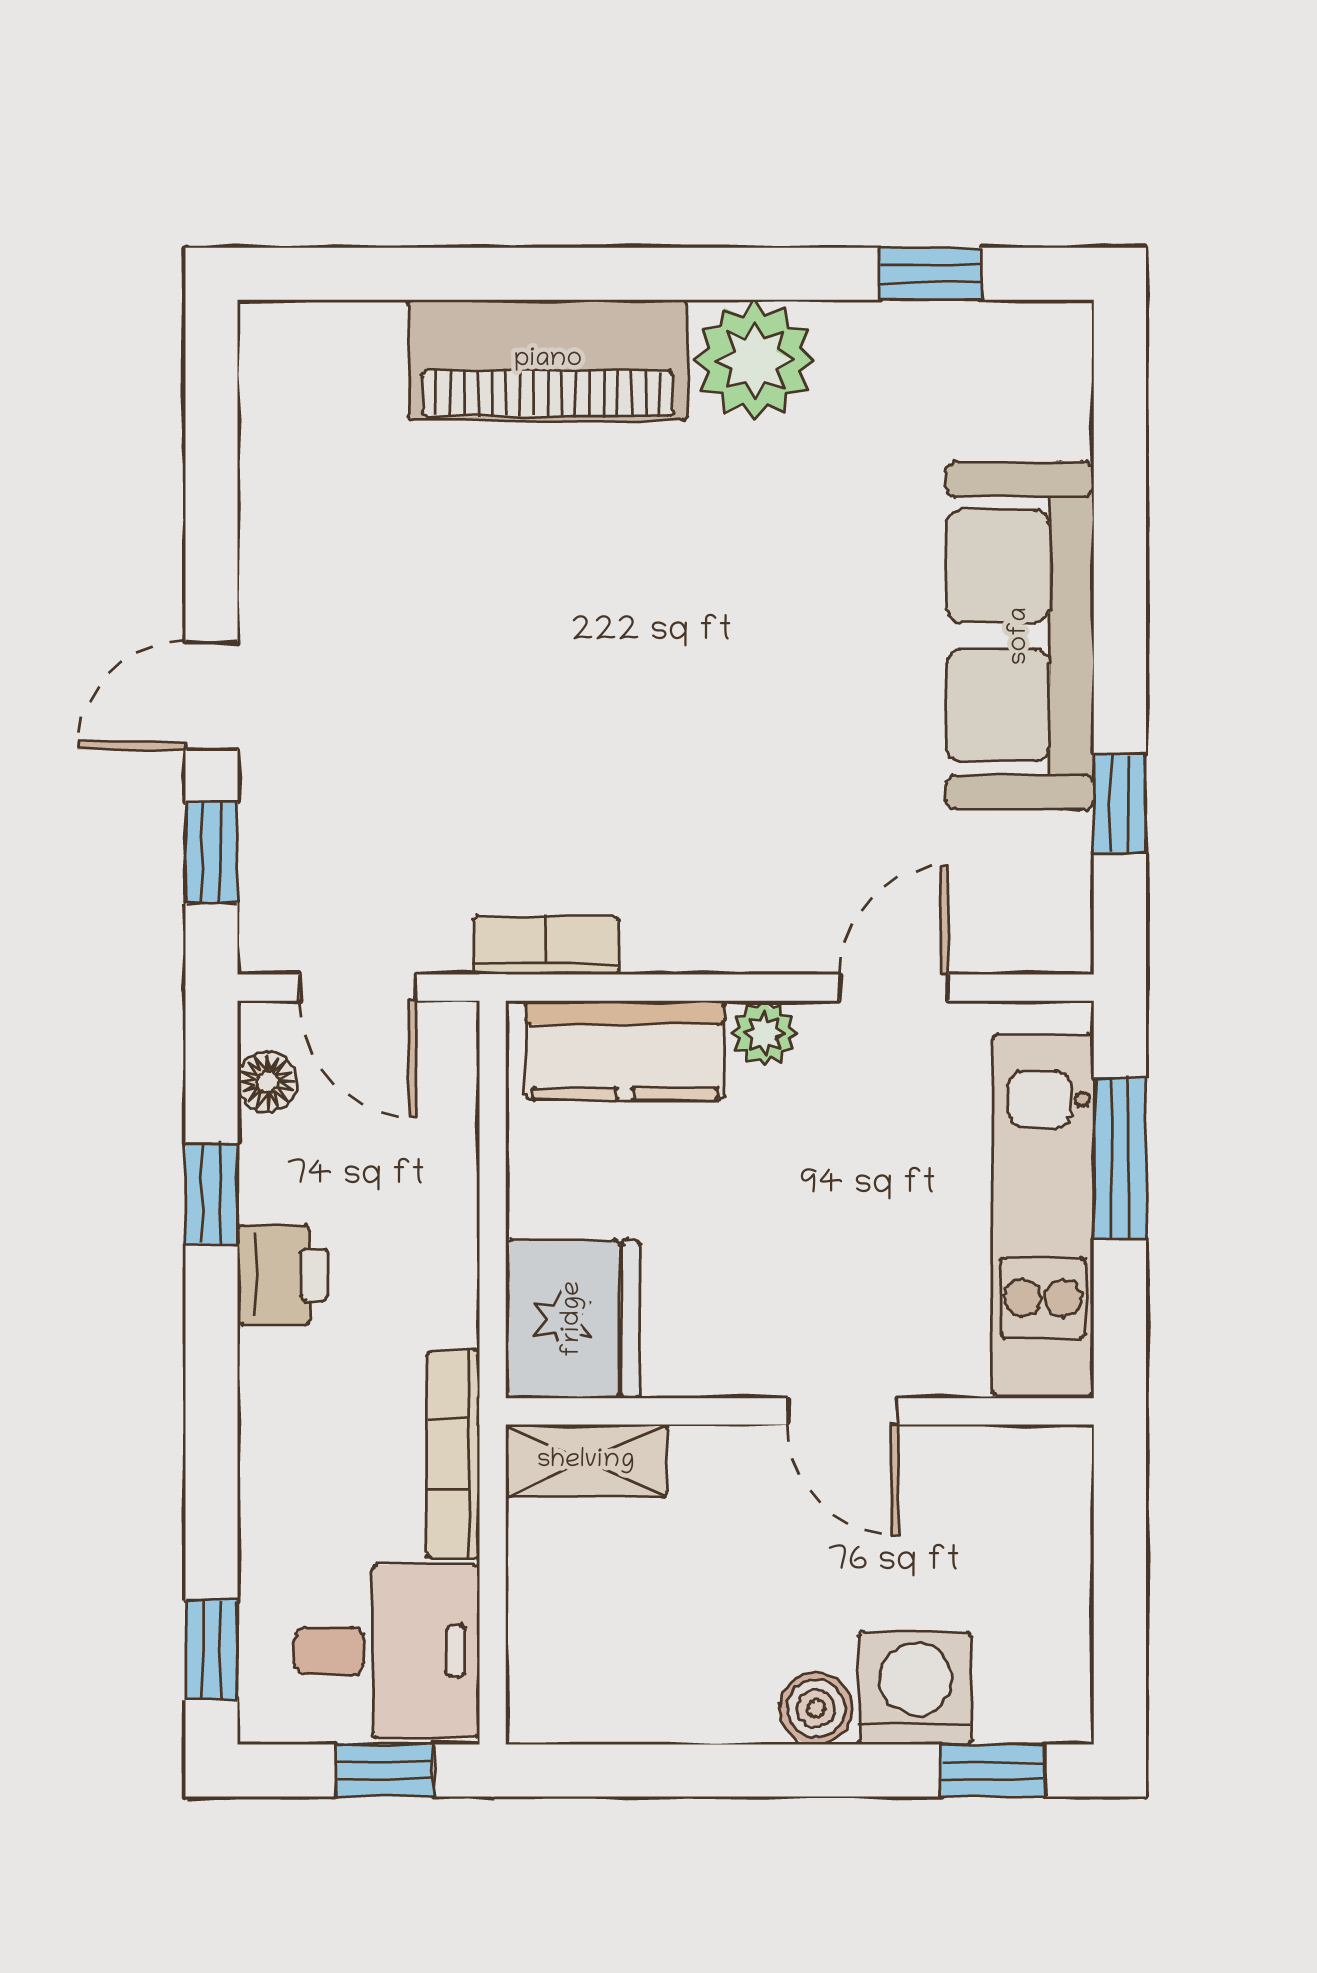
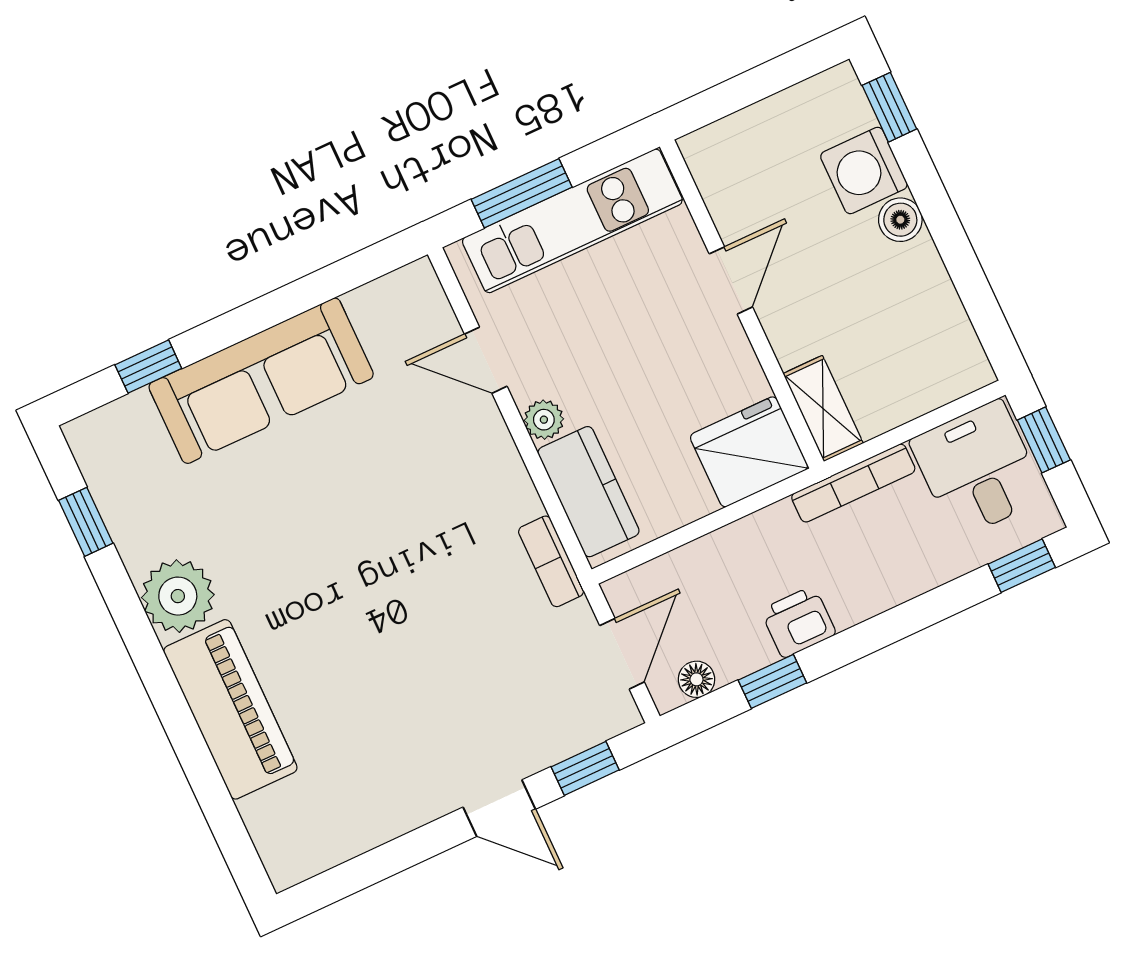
window: (1120, 803) -> (148, 367), moved

